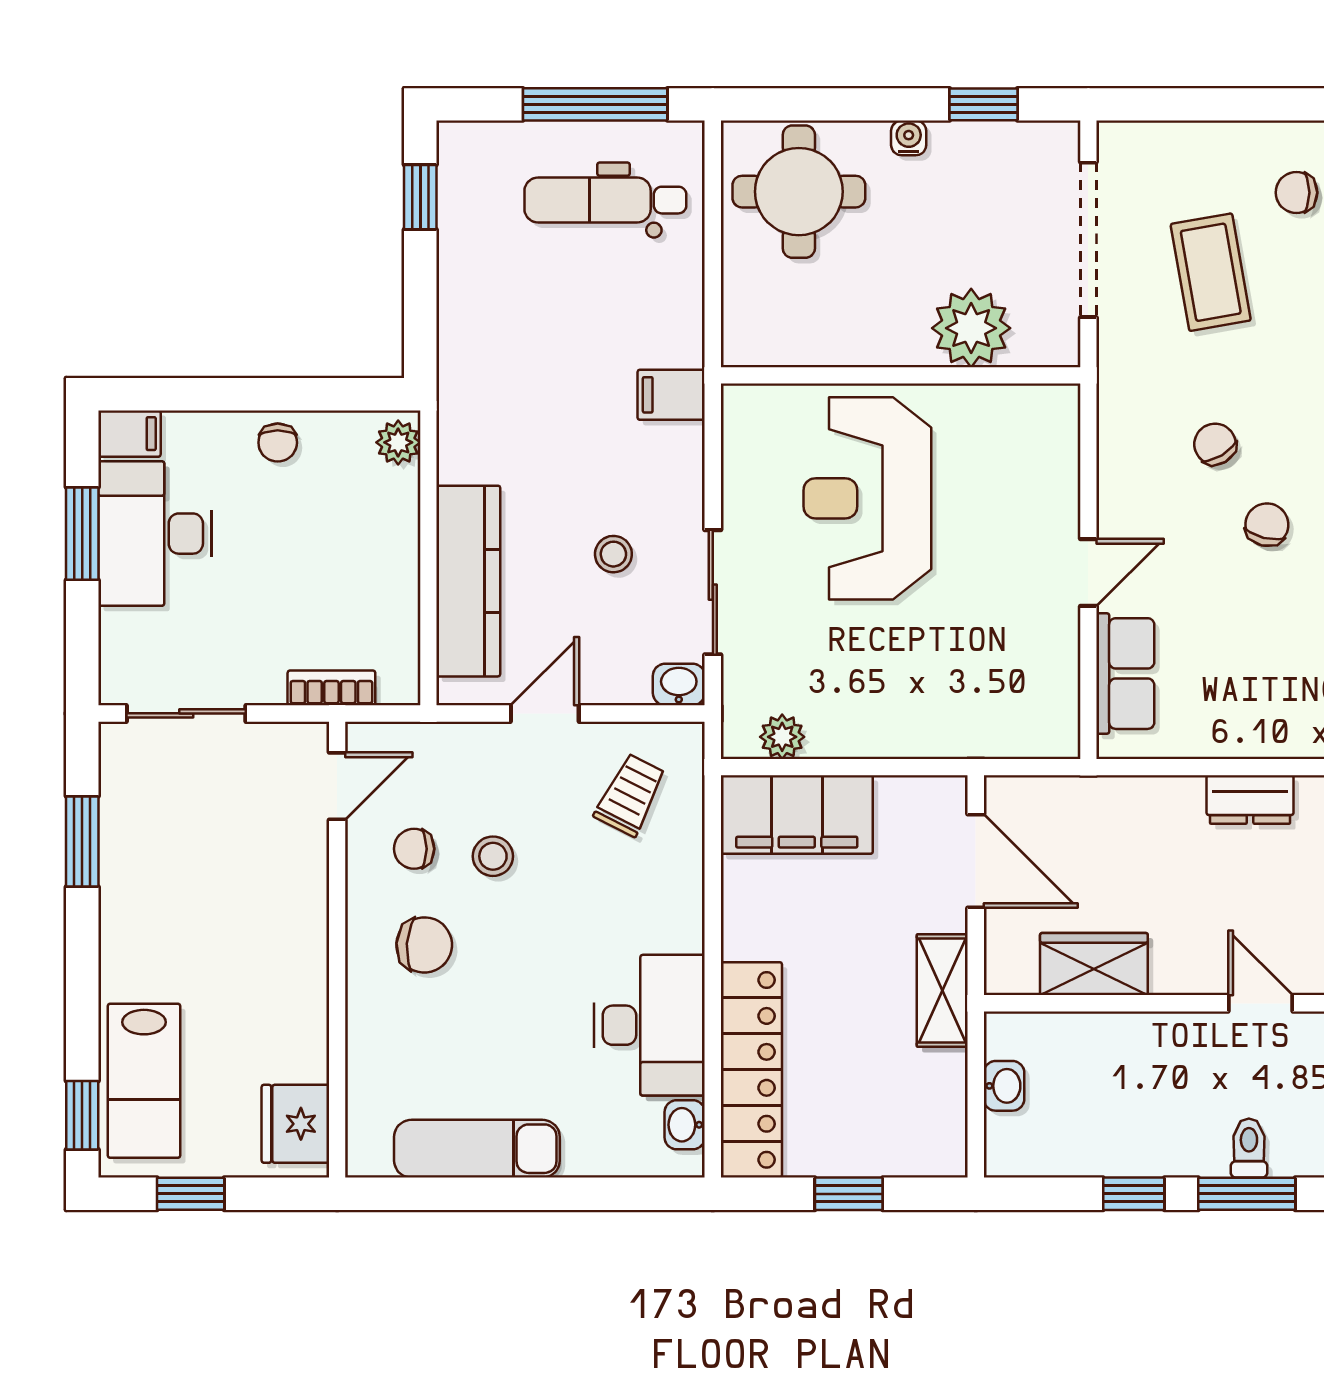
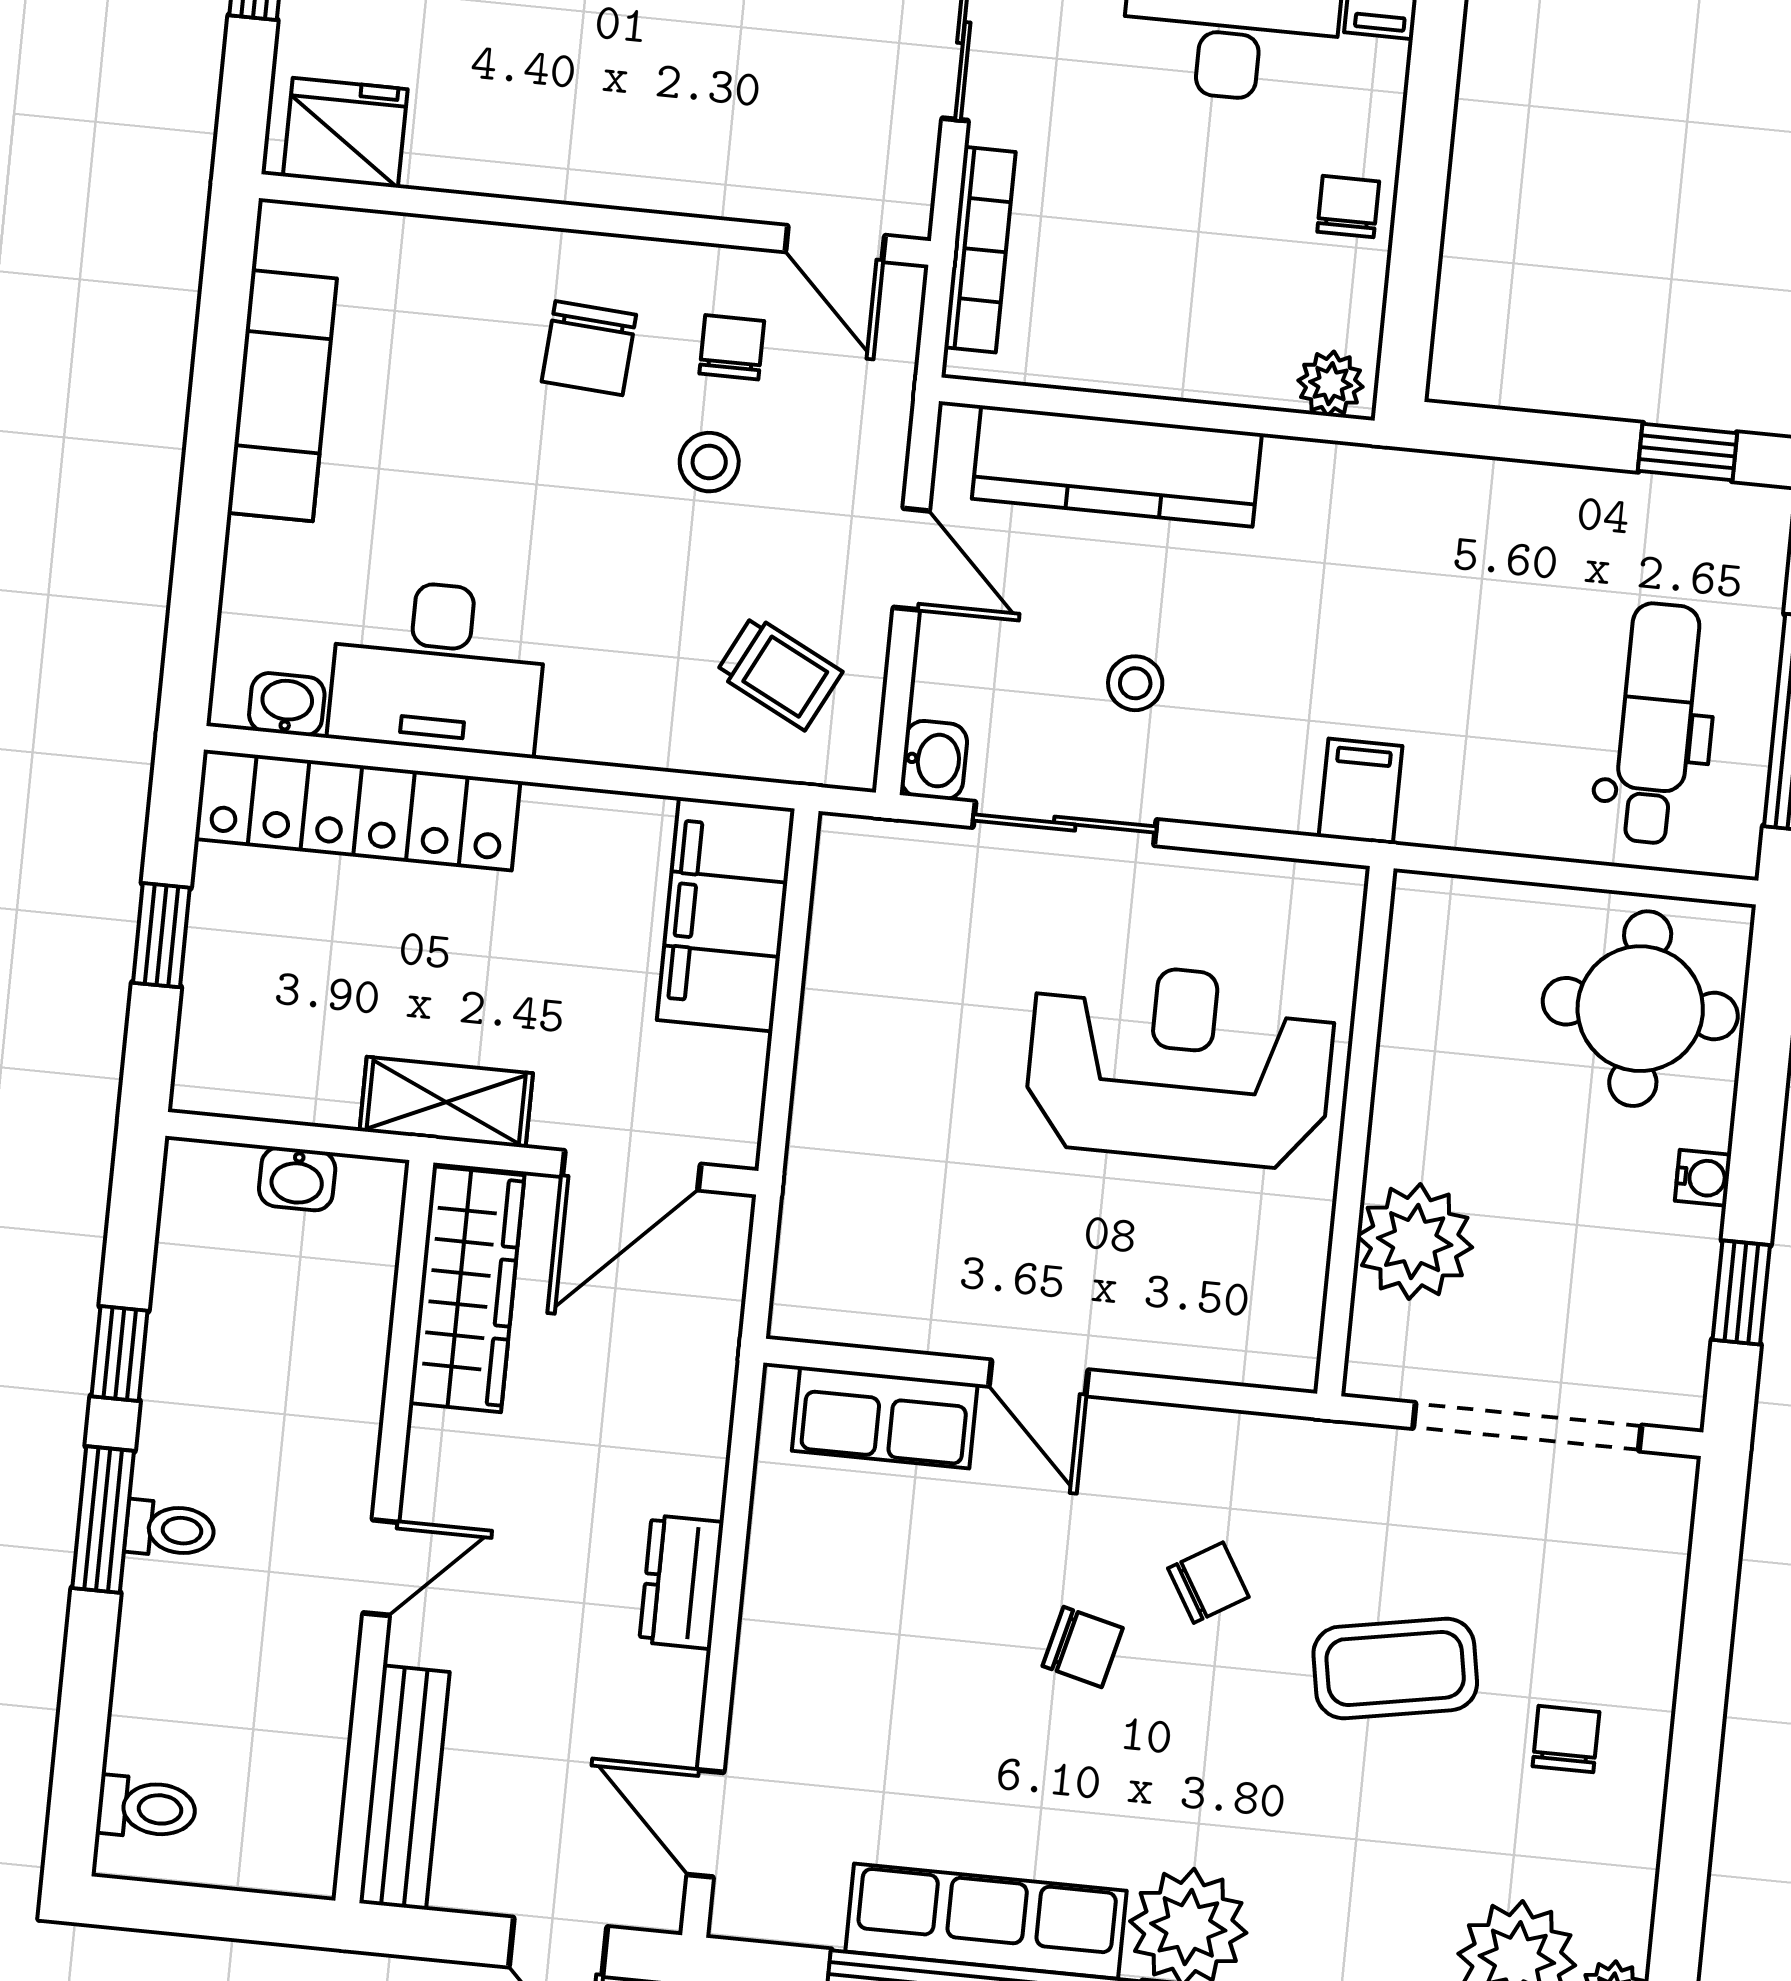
coffee table: (1211, 272) -> (1395, 1668), moved
chair: (278, 443) -> (1348, 207), turned 90
bookcase: (331, 688) -> (980, 250), width x1.56
plant: (782, 737) -> (842, 904), removed
wardrobe: (1094, 964) -> (467, 1289), width x1.50

